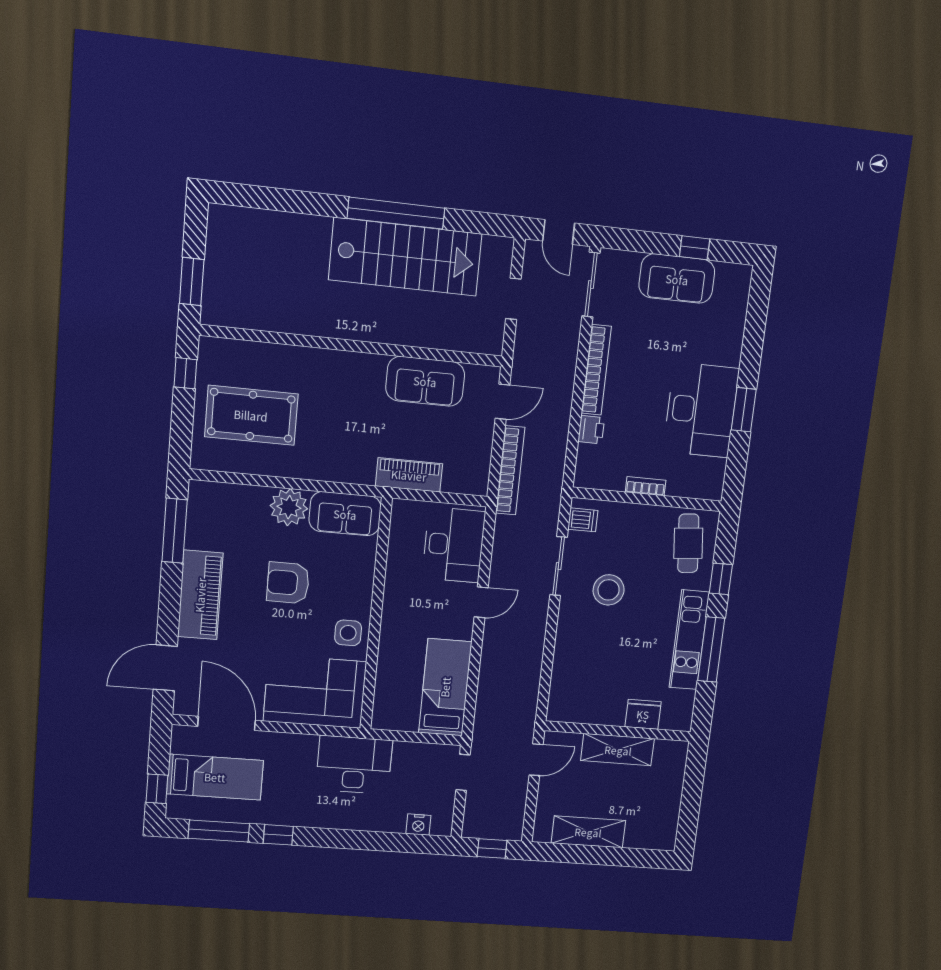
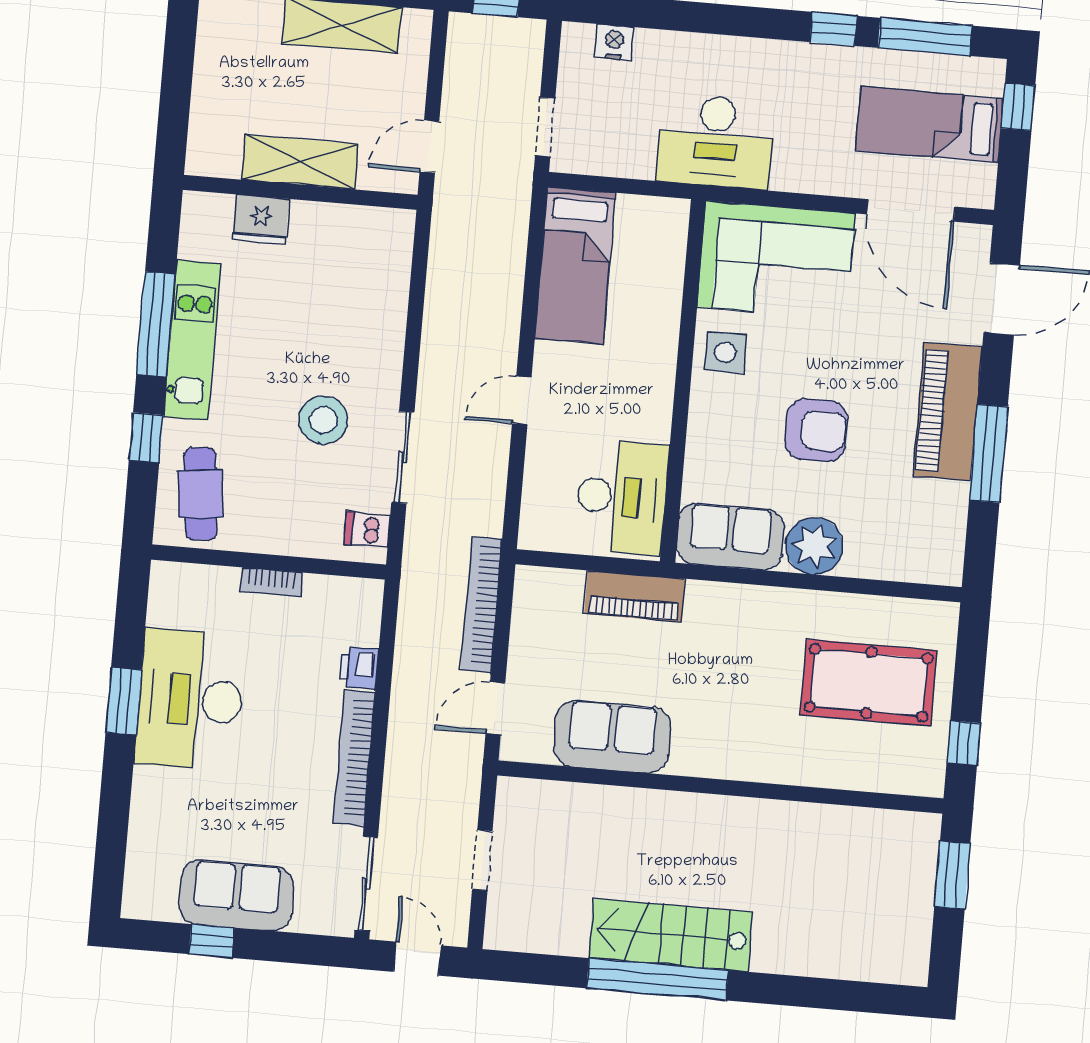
stairs: (405, 257) -> (671, 935), width x0.73, depth x0.66
window: (175, 531) -> (988, 453), moved
desk: (454, 545) -> (622, 497), moved, turned 180

